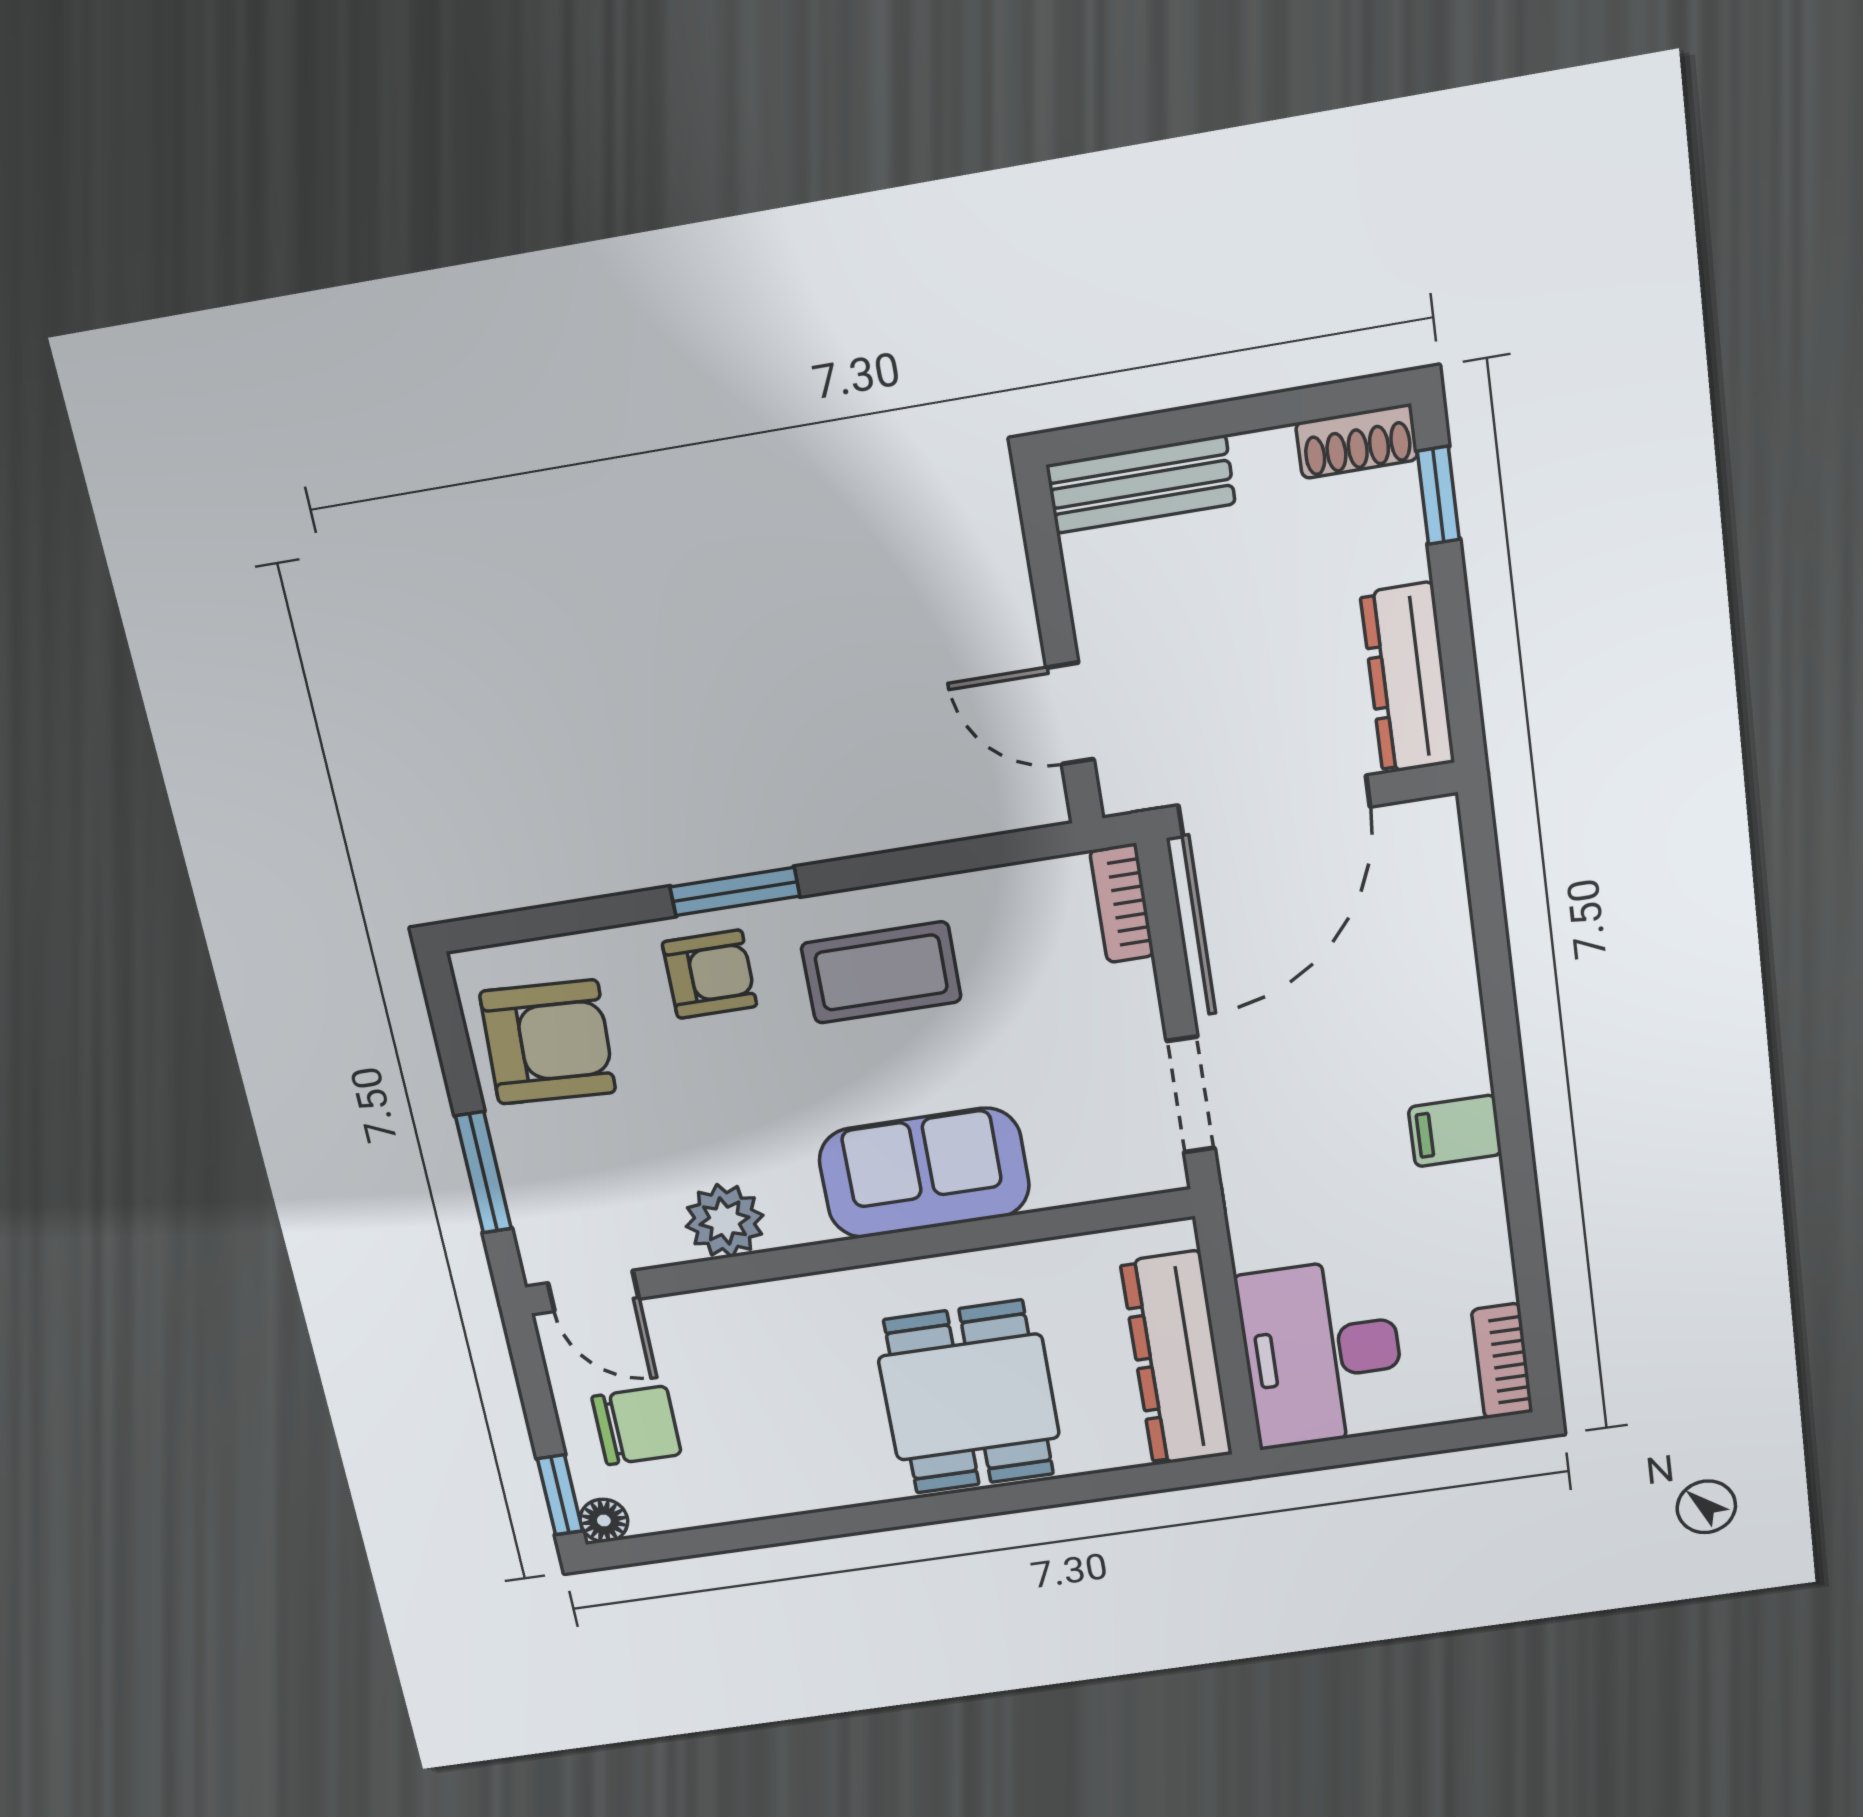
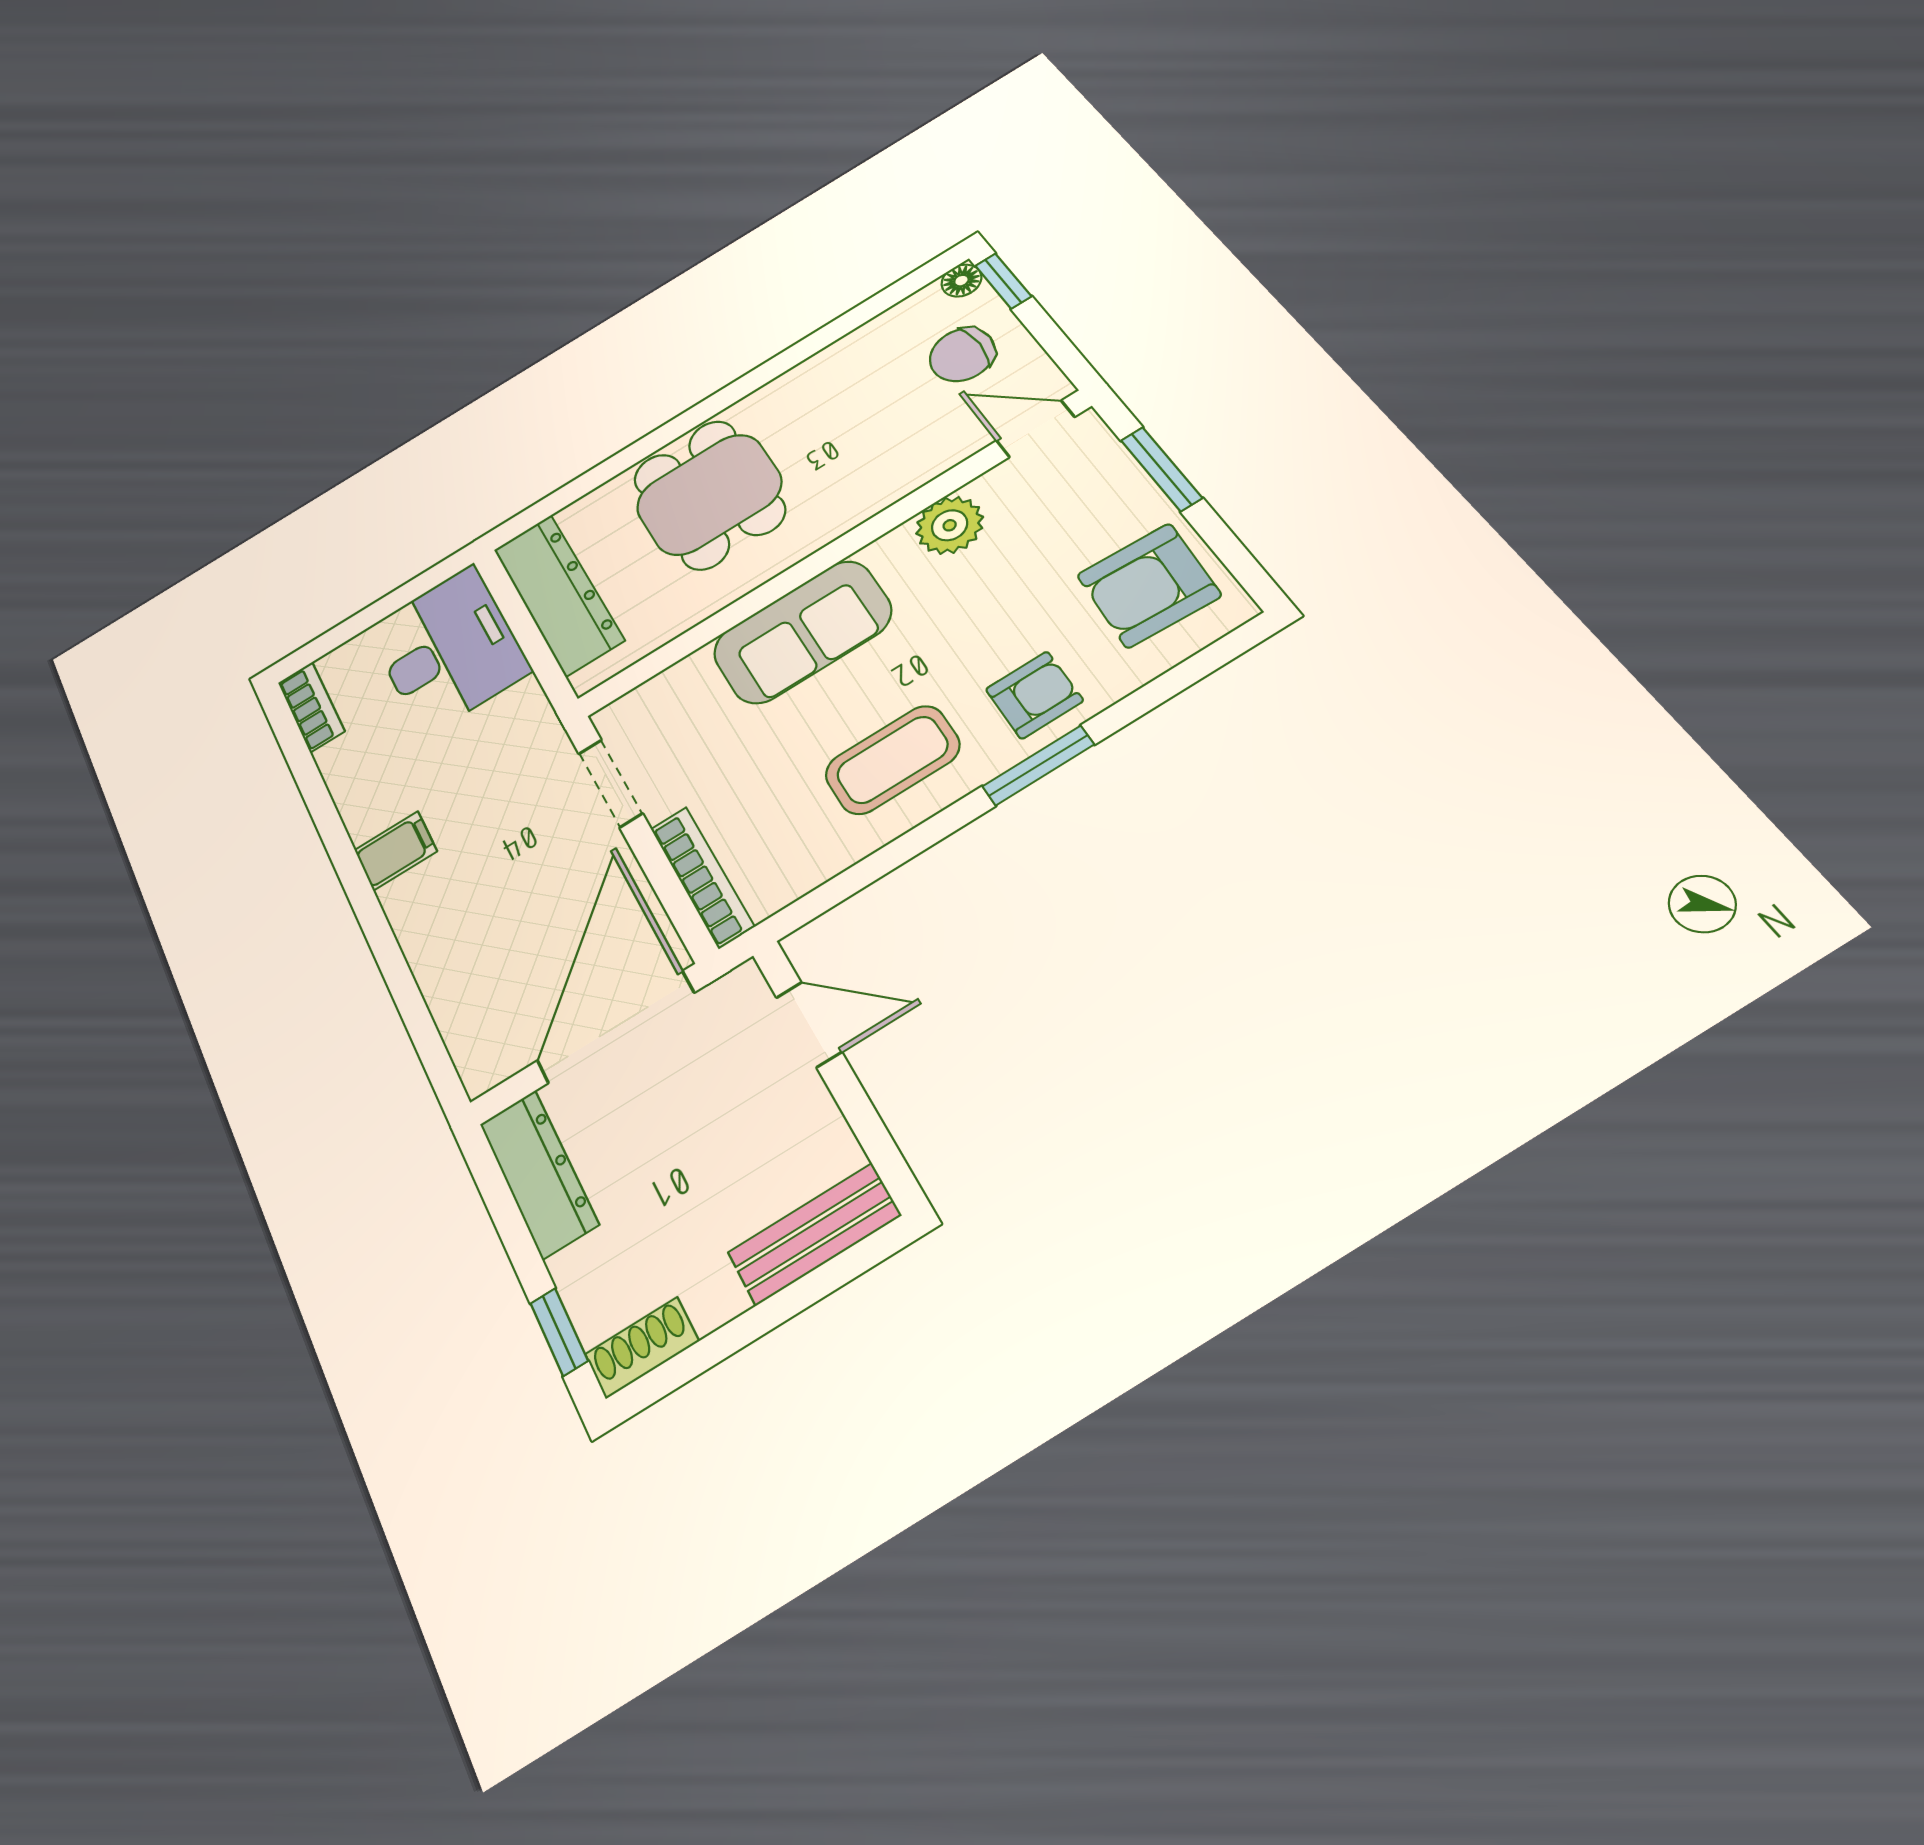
bookcase: (1122, 903) -> (702, 877), width x1.56
armchair: (710, 974) -> (1034, 695), turned 180

